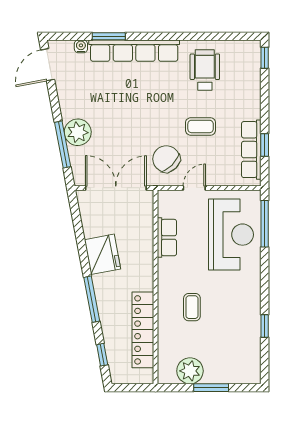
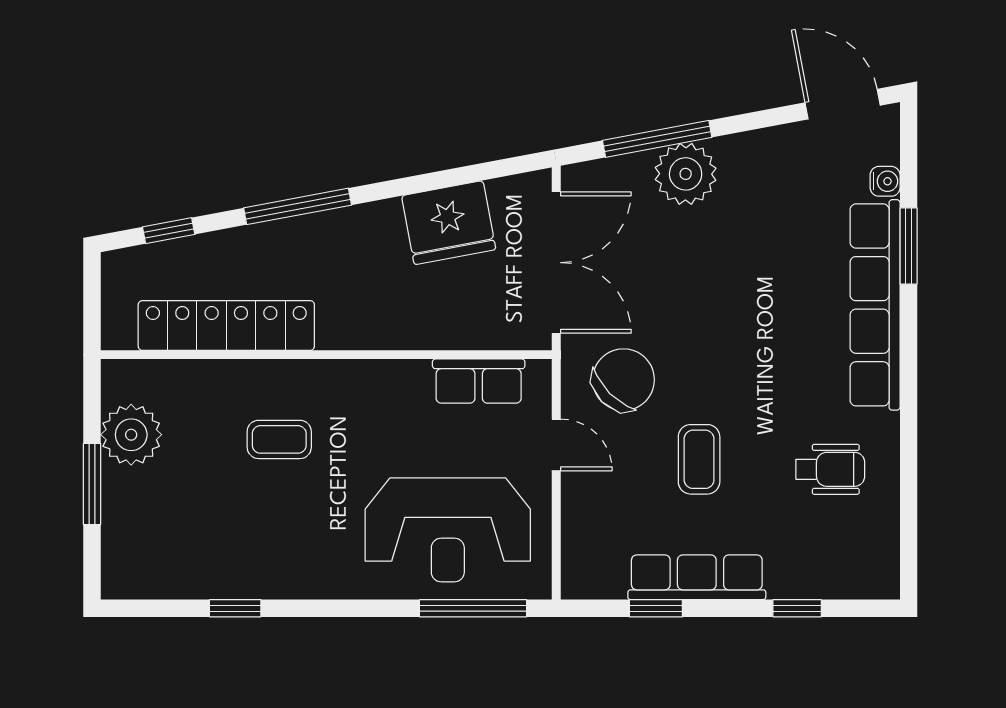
window: (265, 58) -> (797, 608), moved
wheelchair: (205, 70) -> (830, 469), width x0.73, depth x0.73
row of seats: (251, 150) -> (697, 577), moved
row of seats: (167, 238) -> (479, 381), moved
fridge: (102, 254) -> (449, 223), moved

